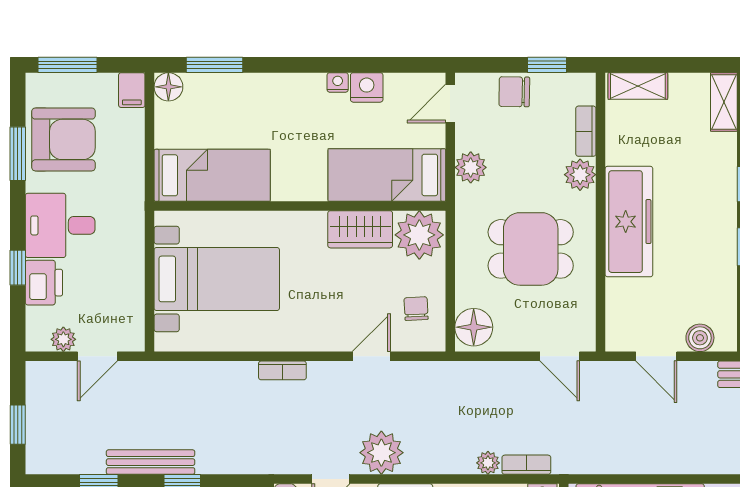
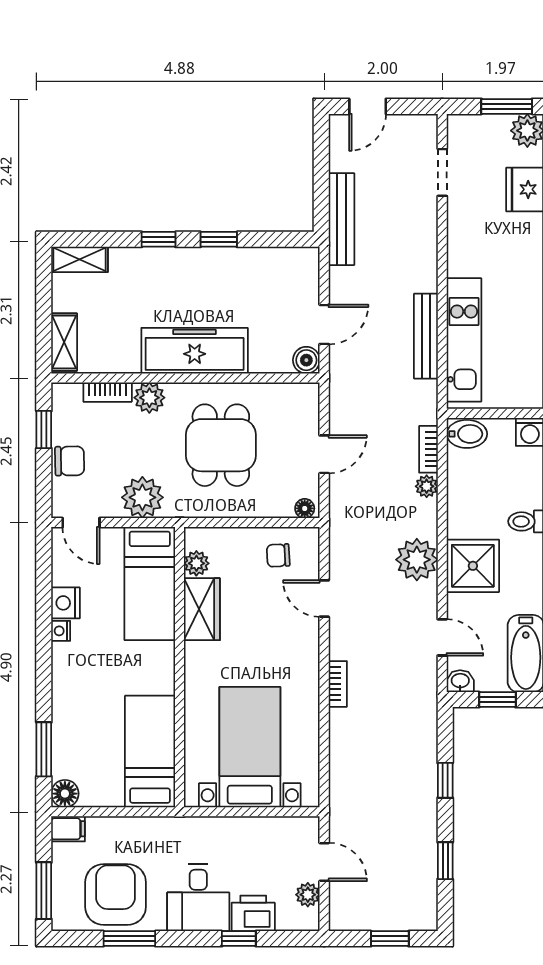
chair: (514, 92) -> (70, 461), turned -92
plant: (471, 167) -> (142, 497), width x1.36, depth x1.36
plant: (419, 235) -> (196, 563), width x0.53, depth x0.53
floor lamp: (474, 327) -> (305, 508), width x0.53, depth x0.53
boiler: (700, 338) -> (306, 360), moved
door: (560, 356) -> (324, 454), moved
plant: (381, 453) -> (417, 560), moved
bench: (151, 462) -> (426, 336), moved

